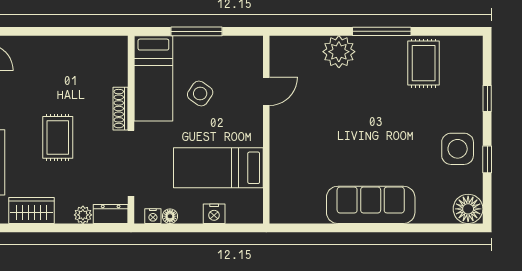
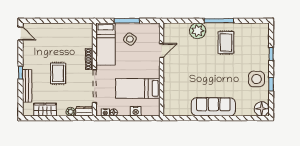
rug: (424, 63) -> (226, 43), moved
side table: (200, 93) -> (130, 39), moved

